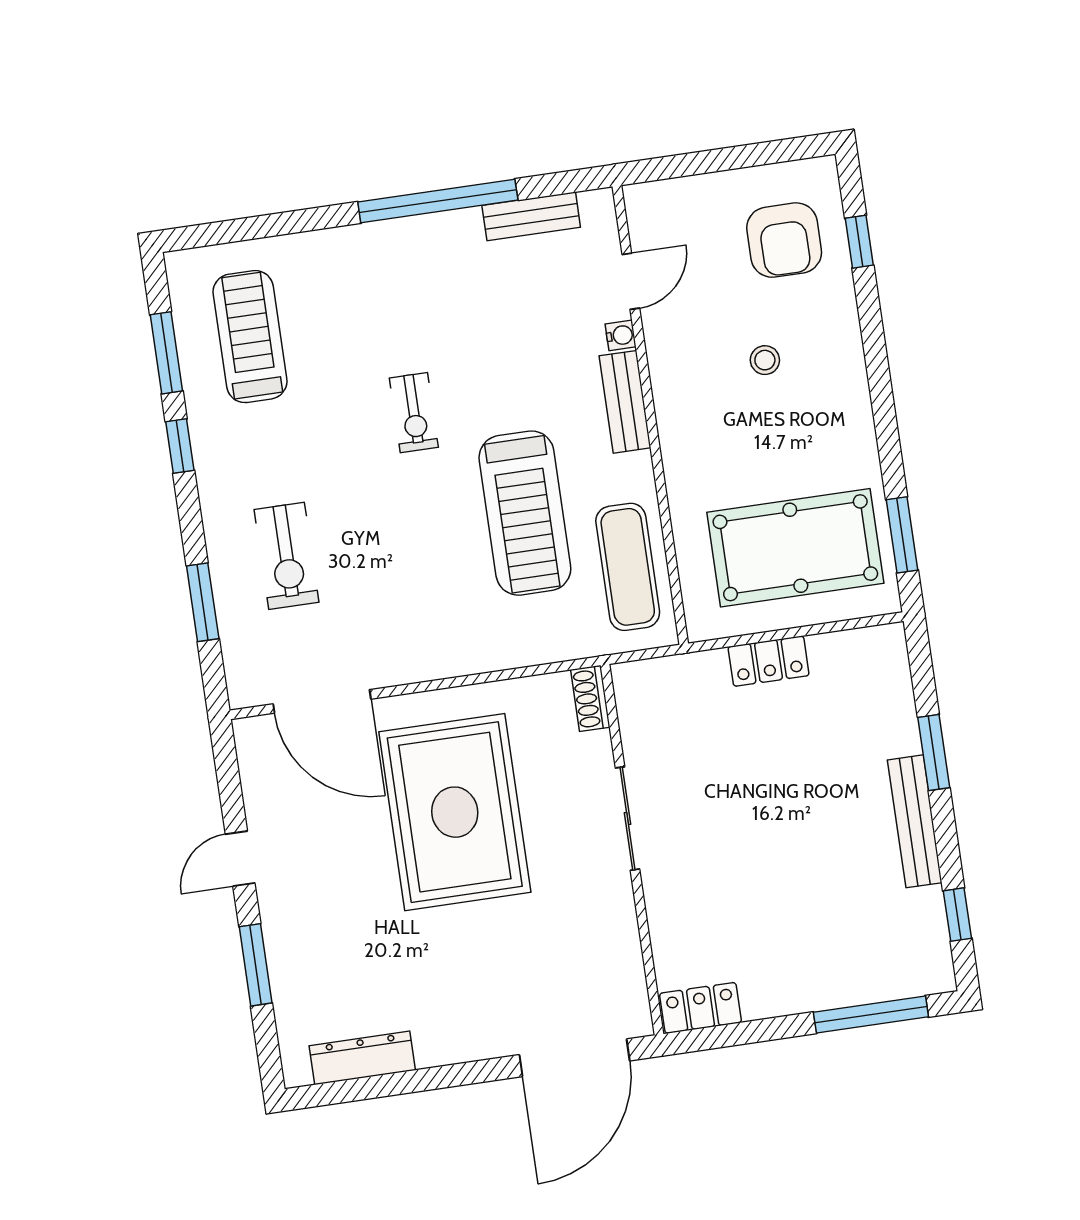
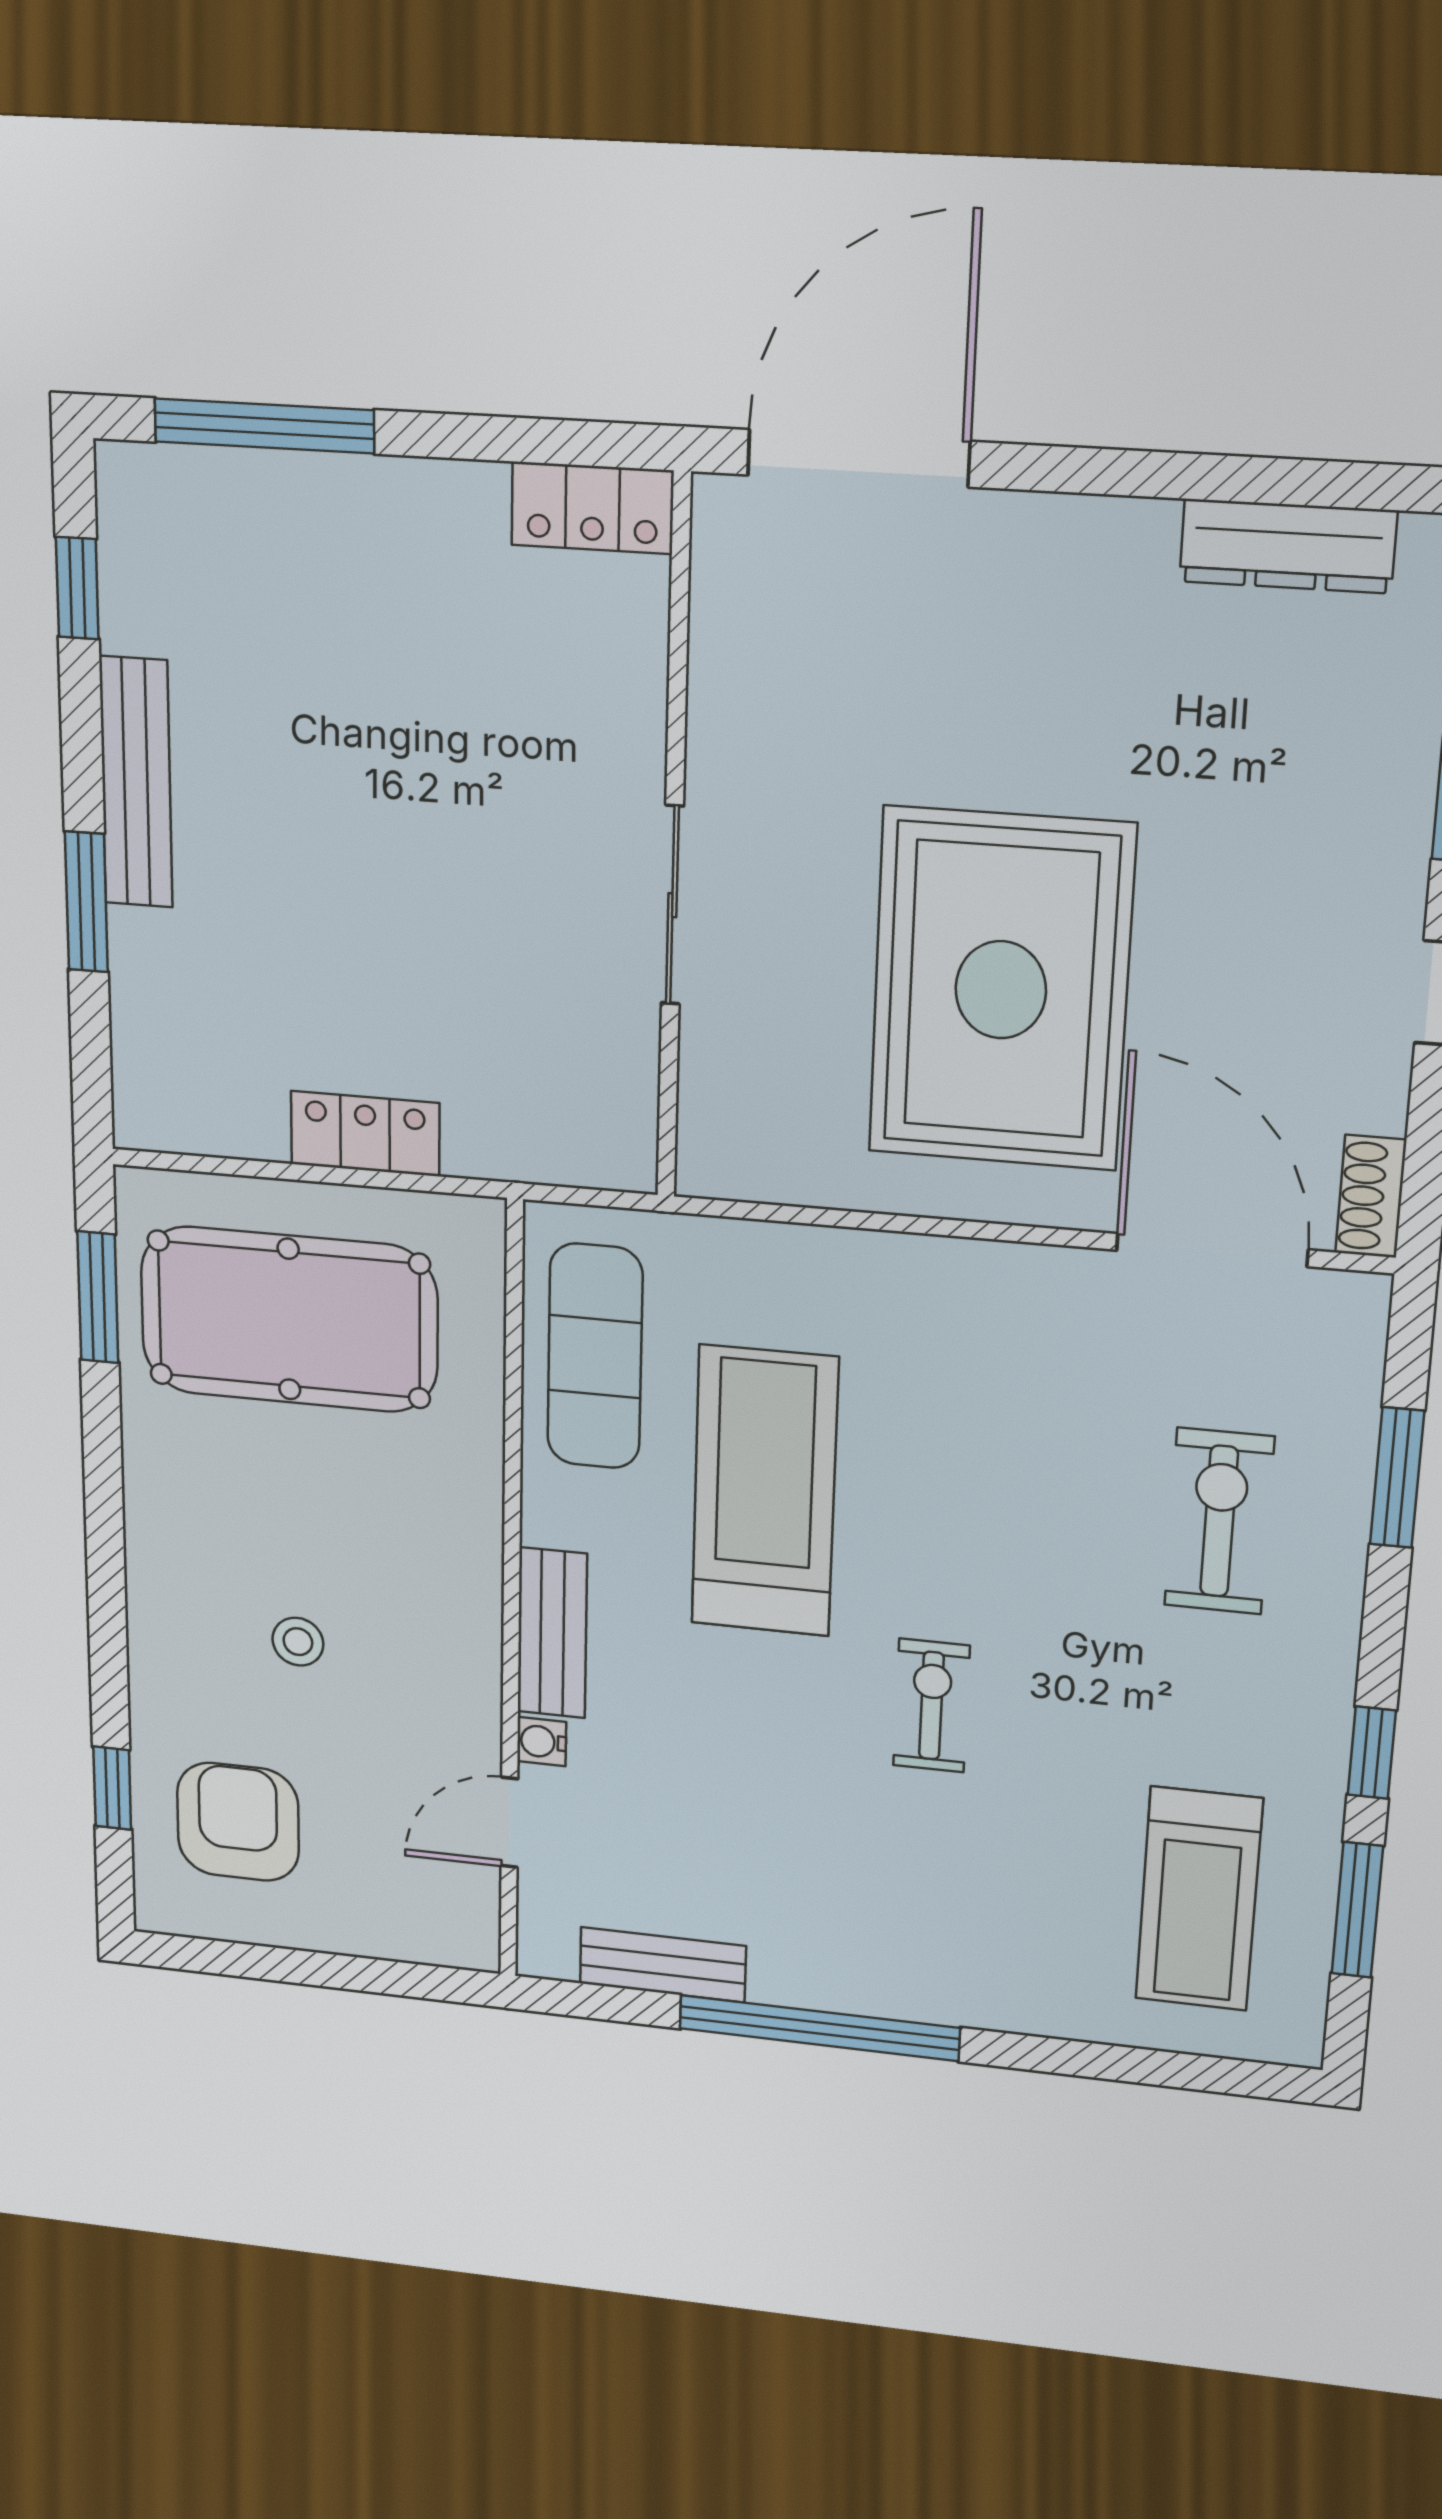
shoe rack: (590, 698) -> (1371, 1196), moved, turned 180

